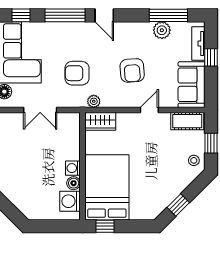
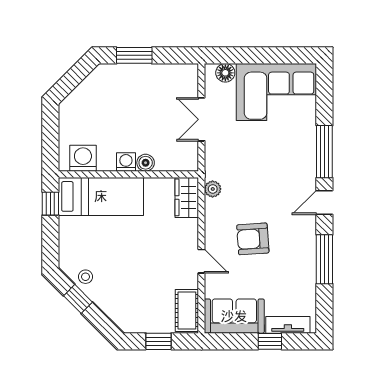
window: (21, 15) -> (324, 95), removed
window: (168, 15) -> (324, 259), moved
plant: (162, 30) -> (305, 277), removed
armchair: (77, 73) -> (249, 167), removed
stool: (194, 160) -> (85, 277), moved
boiler: (74, 183) -> (146, 163), moved
bed: (107, 187) -> (101, 196), width x0.67

